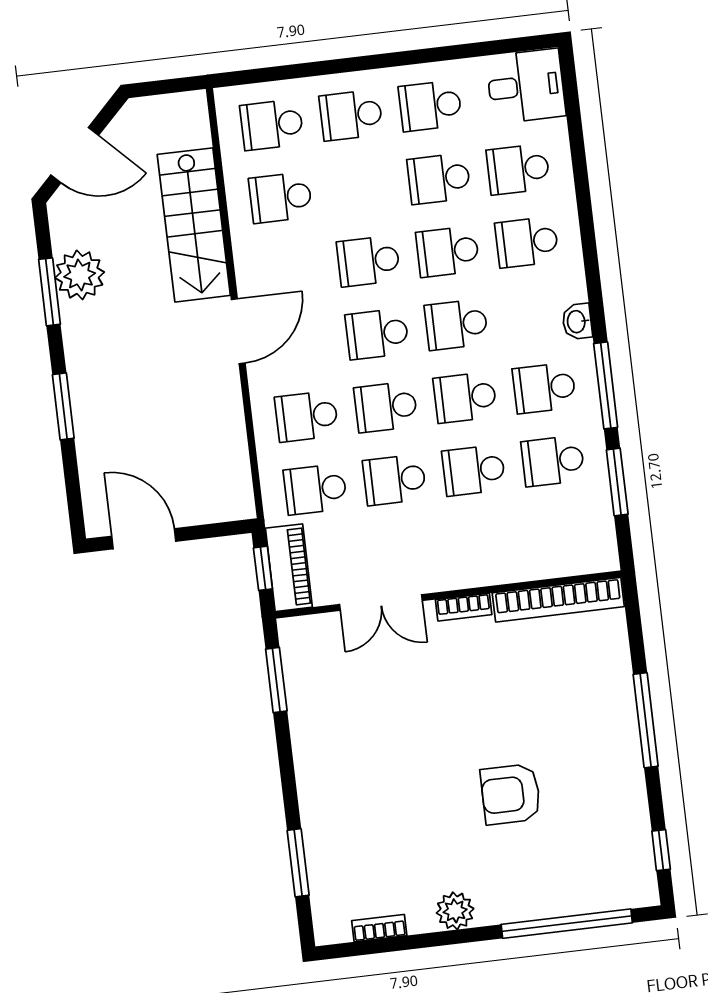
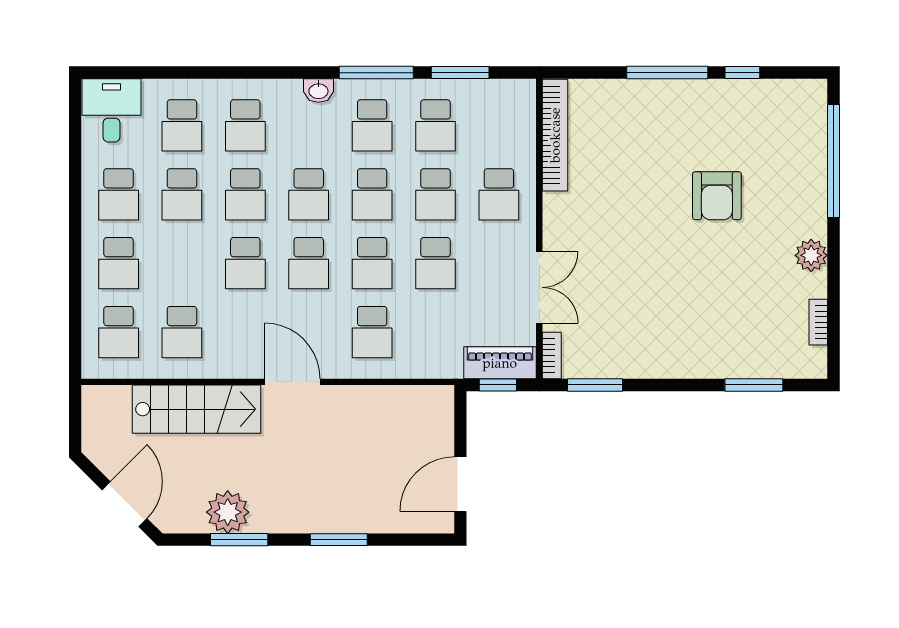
school desk: (315, 489) -> (499, 194), moved
bookcase: (464, 607) -> (552, 355), moved
window: (661, 850) -> (742, 73), moved

